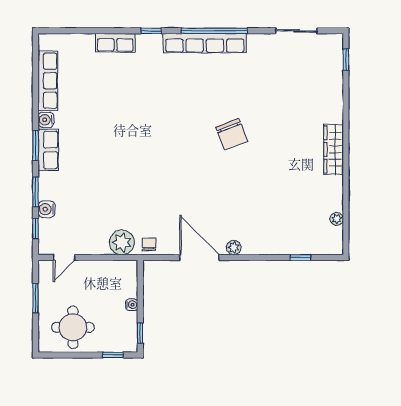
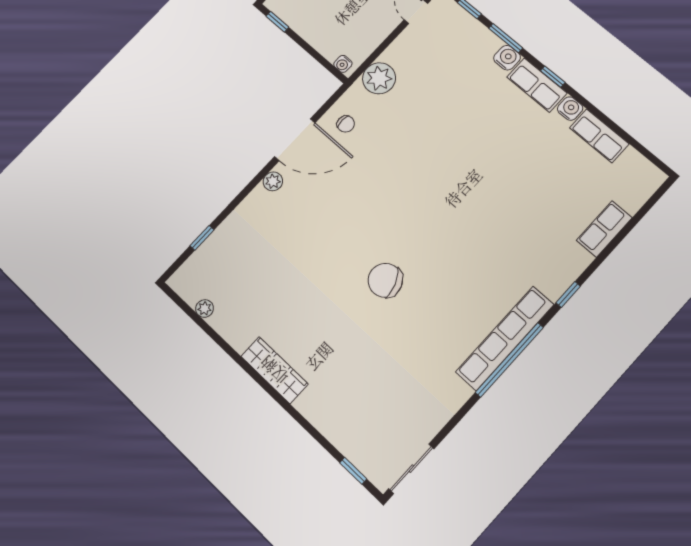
sliding door: (297, 31) -> (411, 469), moved
row of seats: (115, 43) -> (604, 229), moved
row of seats: (48, 81) -> (599, 136), width x0.68
window: (36, 146) -> (553, 77), width x0.67
water cooler: (47, 209) -> (507, 58), moved
chair: (149, 245) -> (346, 124), moved
water cooler: (132, 305) -> (343, 64), moved

